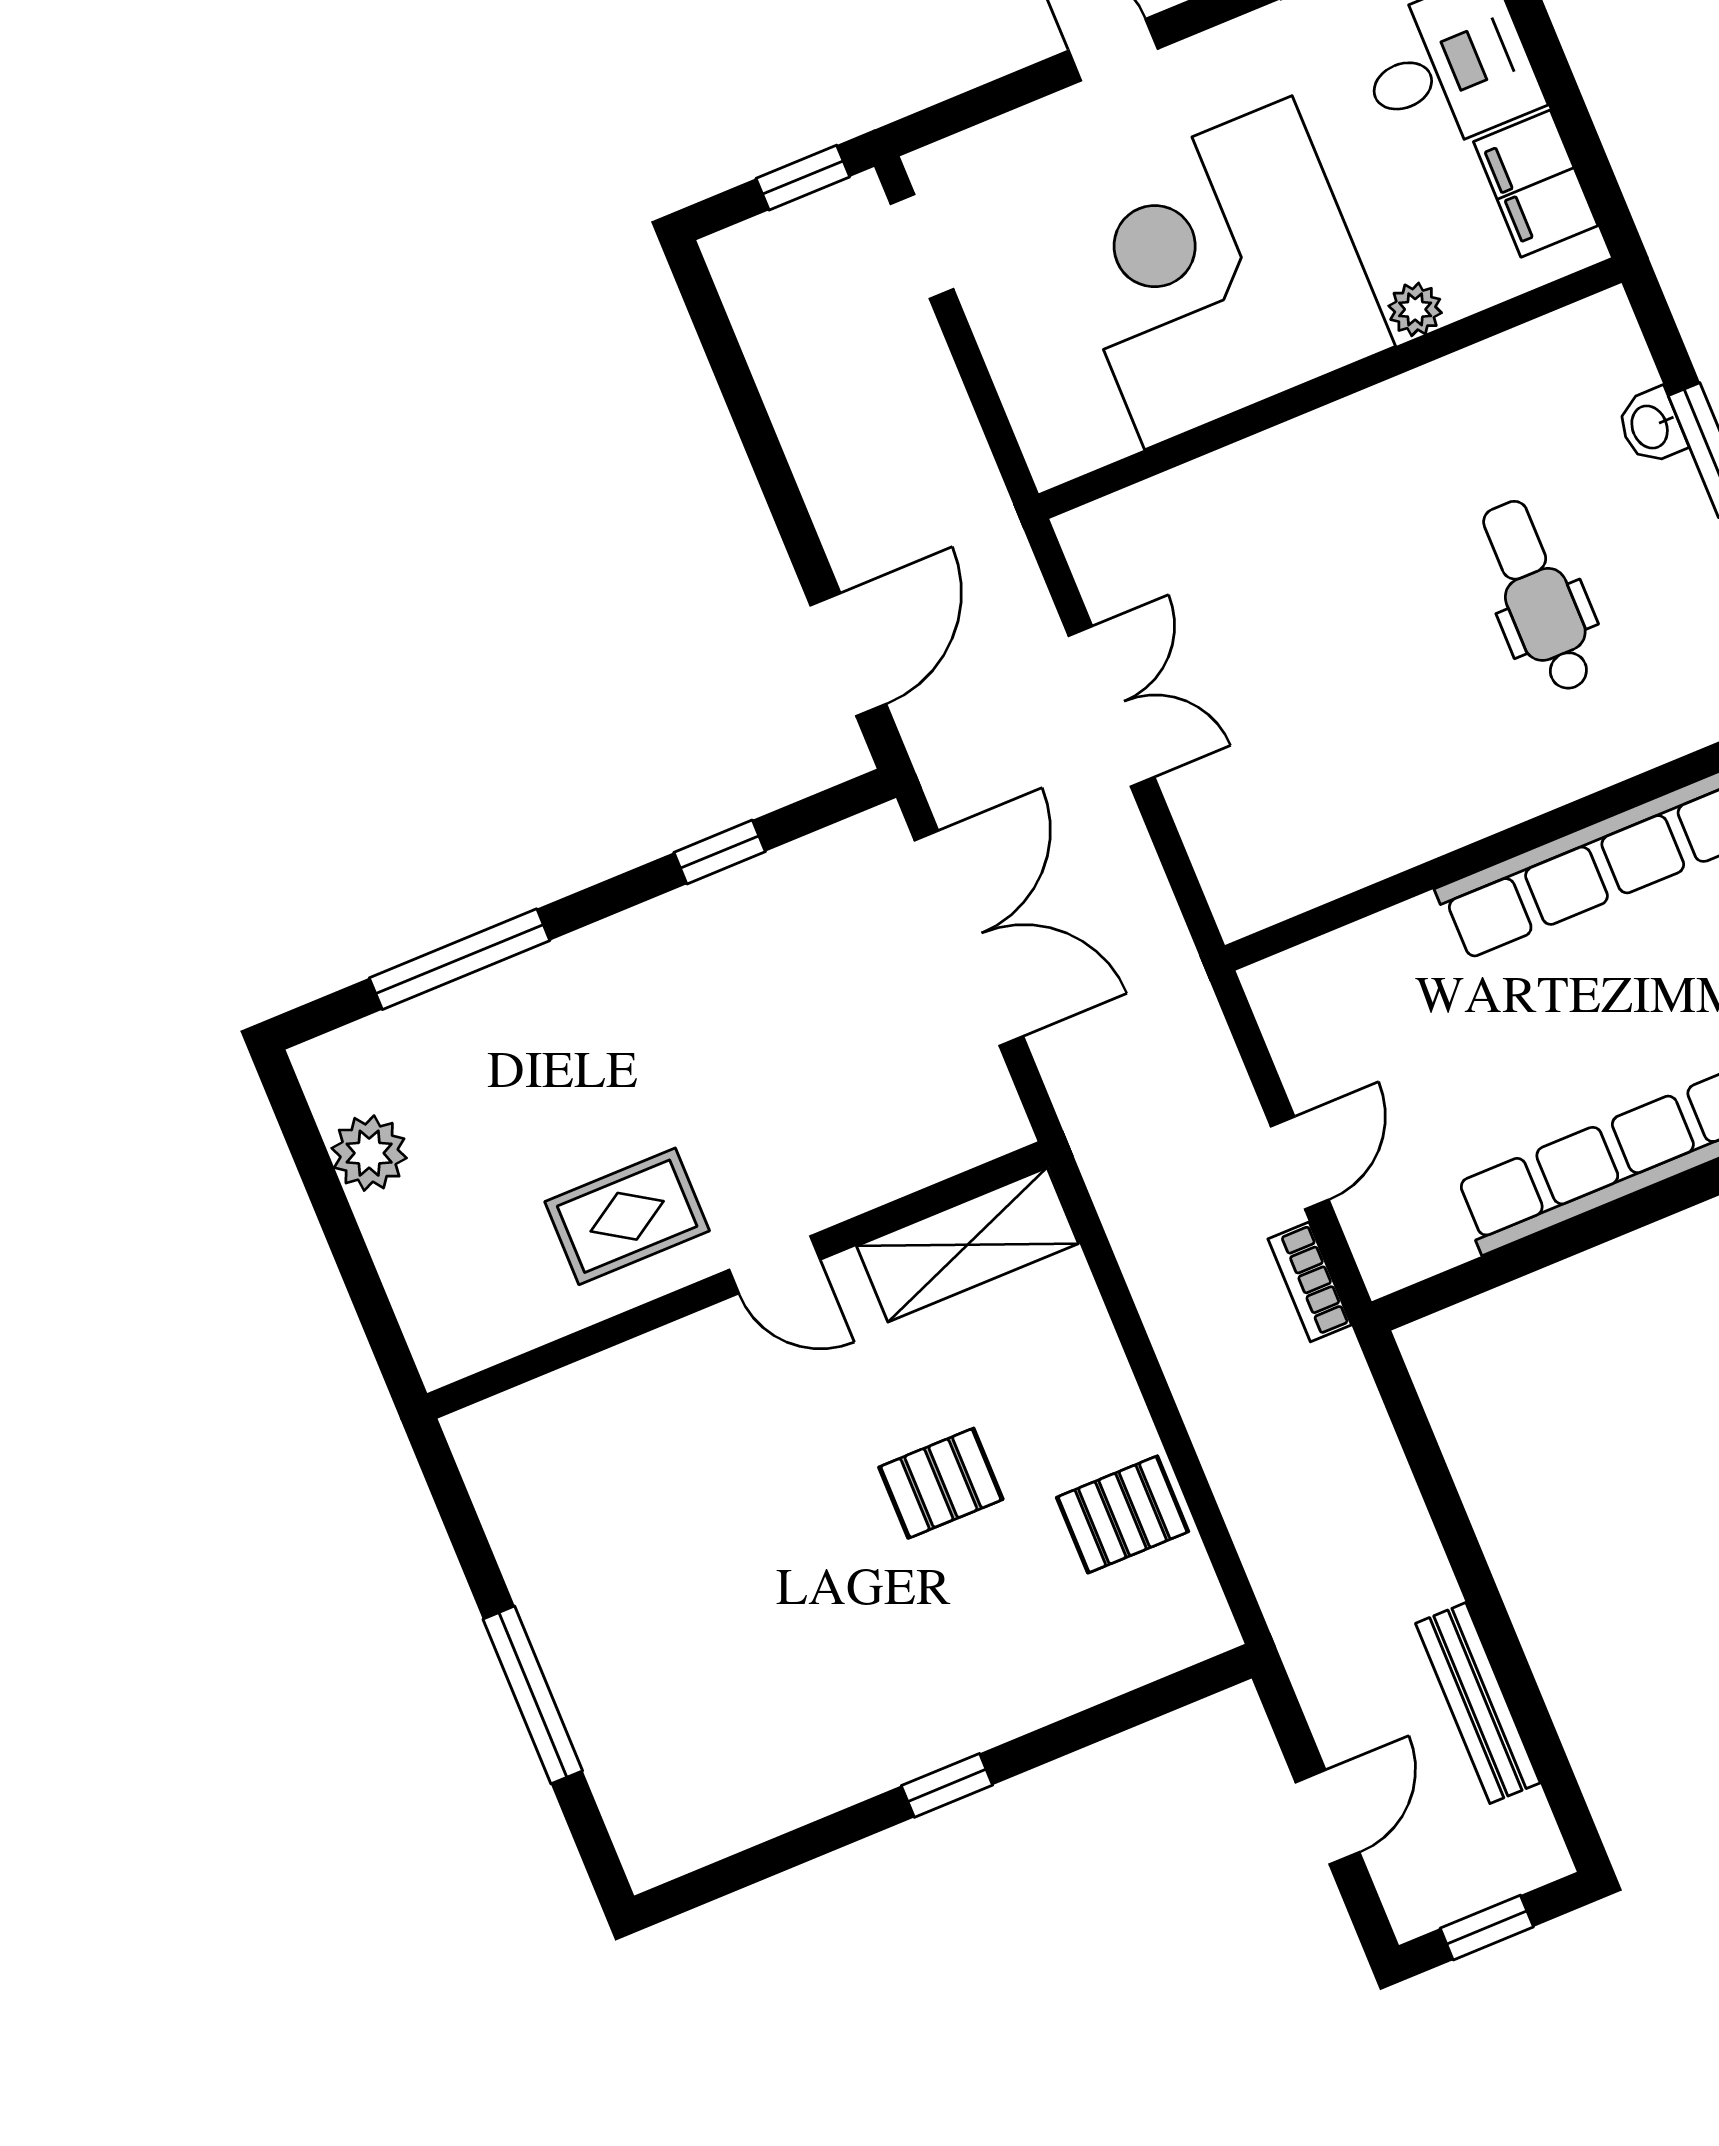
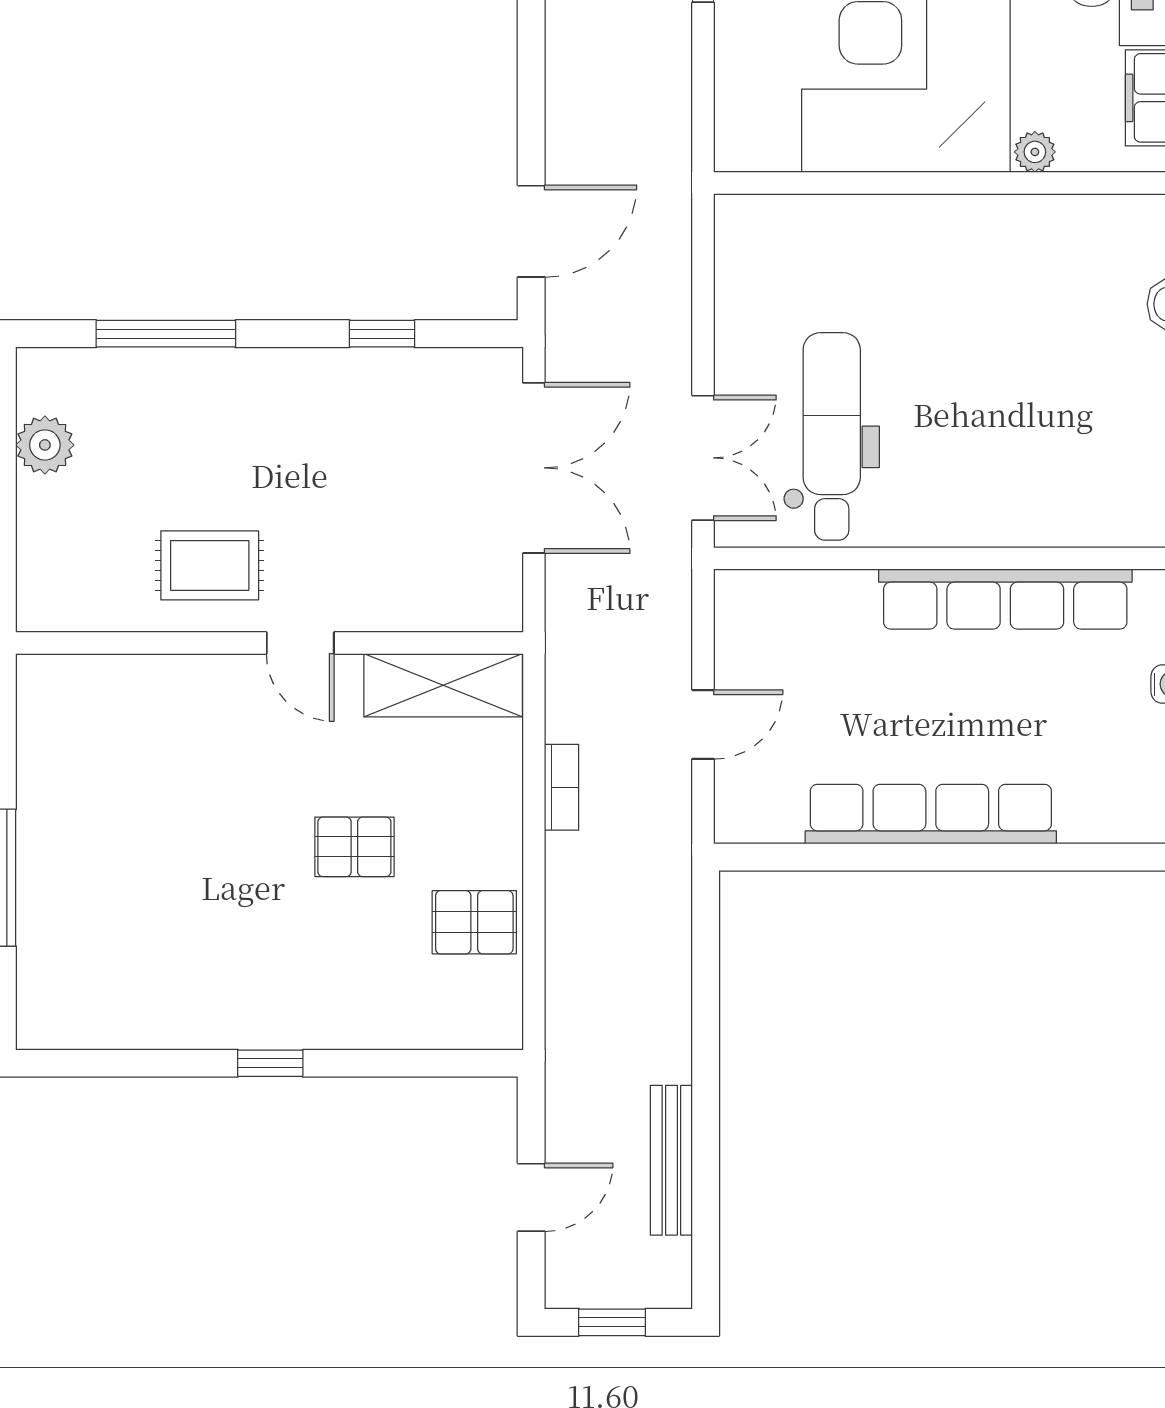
dental chair: (1538, 596) -> (832, 436), moved, width x1.36, depth x1.38
double door: (1111, 706) -> (703, 458), moved
bookcase: (1310, 1282) -> (562, 787), moved, turned 180

